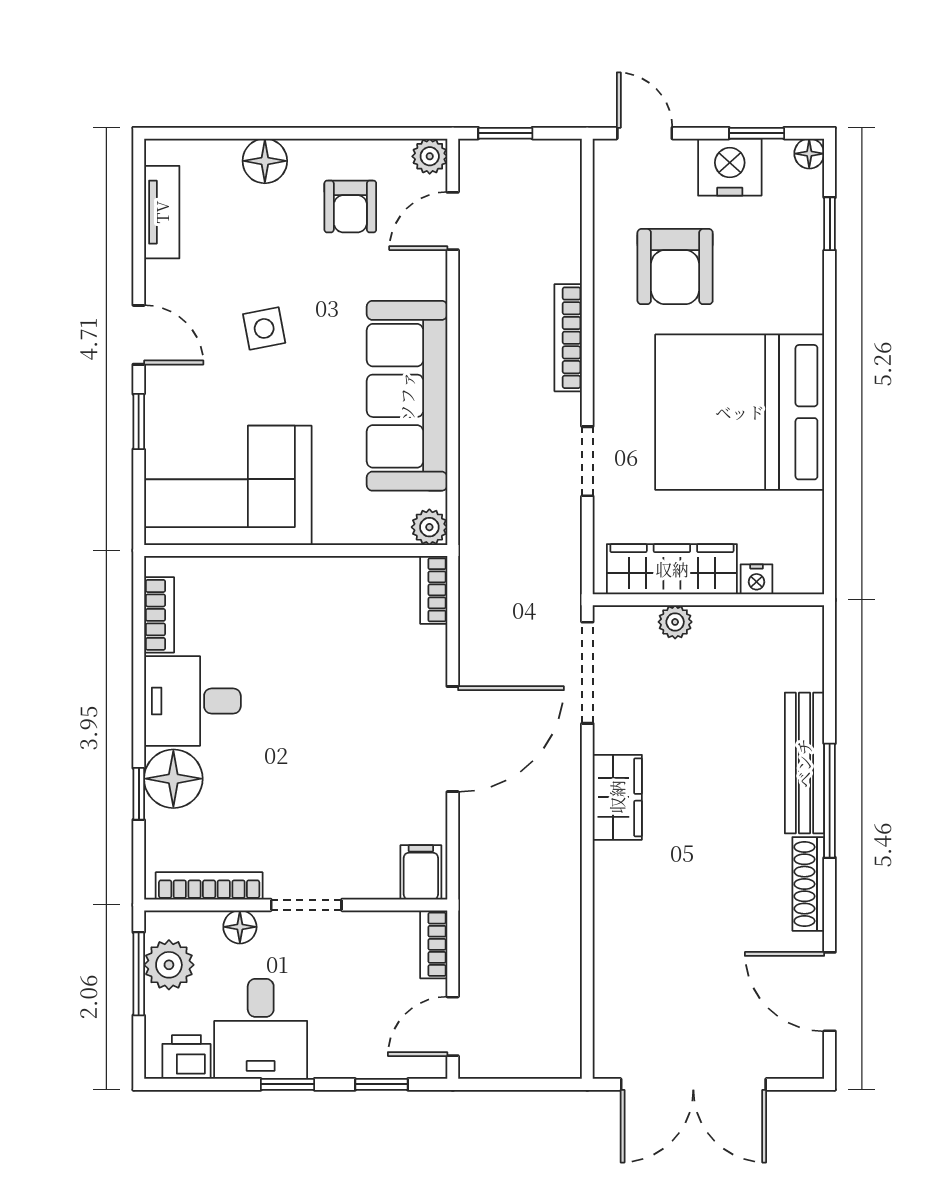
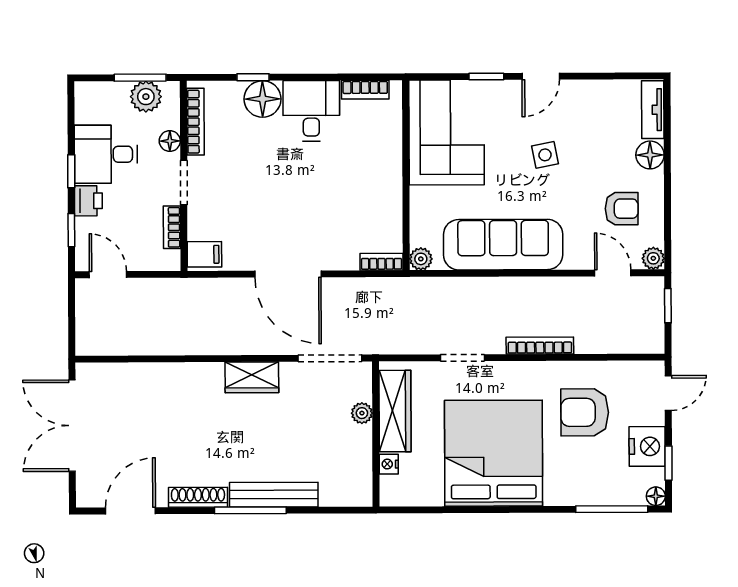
armchair: (350, 207) -> (622, 209), turned 180
tv unit: (162, 212) -> (653, 110), moved, turned 90
window: (830, 224) -> (612, 509), width x2.17
bookcase: (434, 944) -> (172, 227), moved, turned -90
printer: (186, 1057) -> (88, 201), moved

